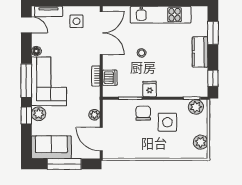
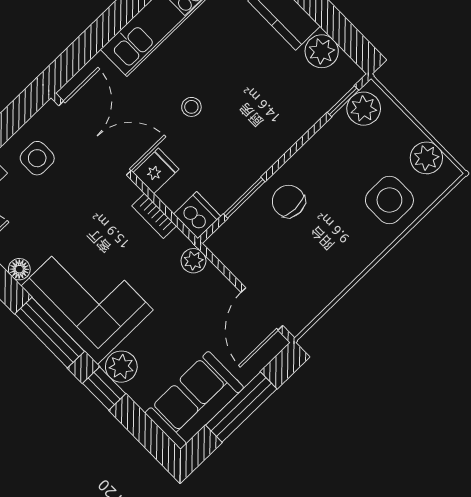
plant: (200, 76) -> (322, 51), added
dishwasher: (110, 78) -> (197, 215), moved
window: (213, 78) -> (346, 36), removed
fridge: (150, 89) -> (156, 171), moved, turned 90
plant: (94, 115) -> (193, 261), moved
side table: (167, 122) -> (389, 200), moved
door: (101, 139) -> (262, 309), hinge flipped

